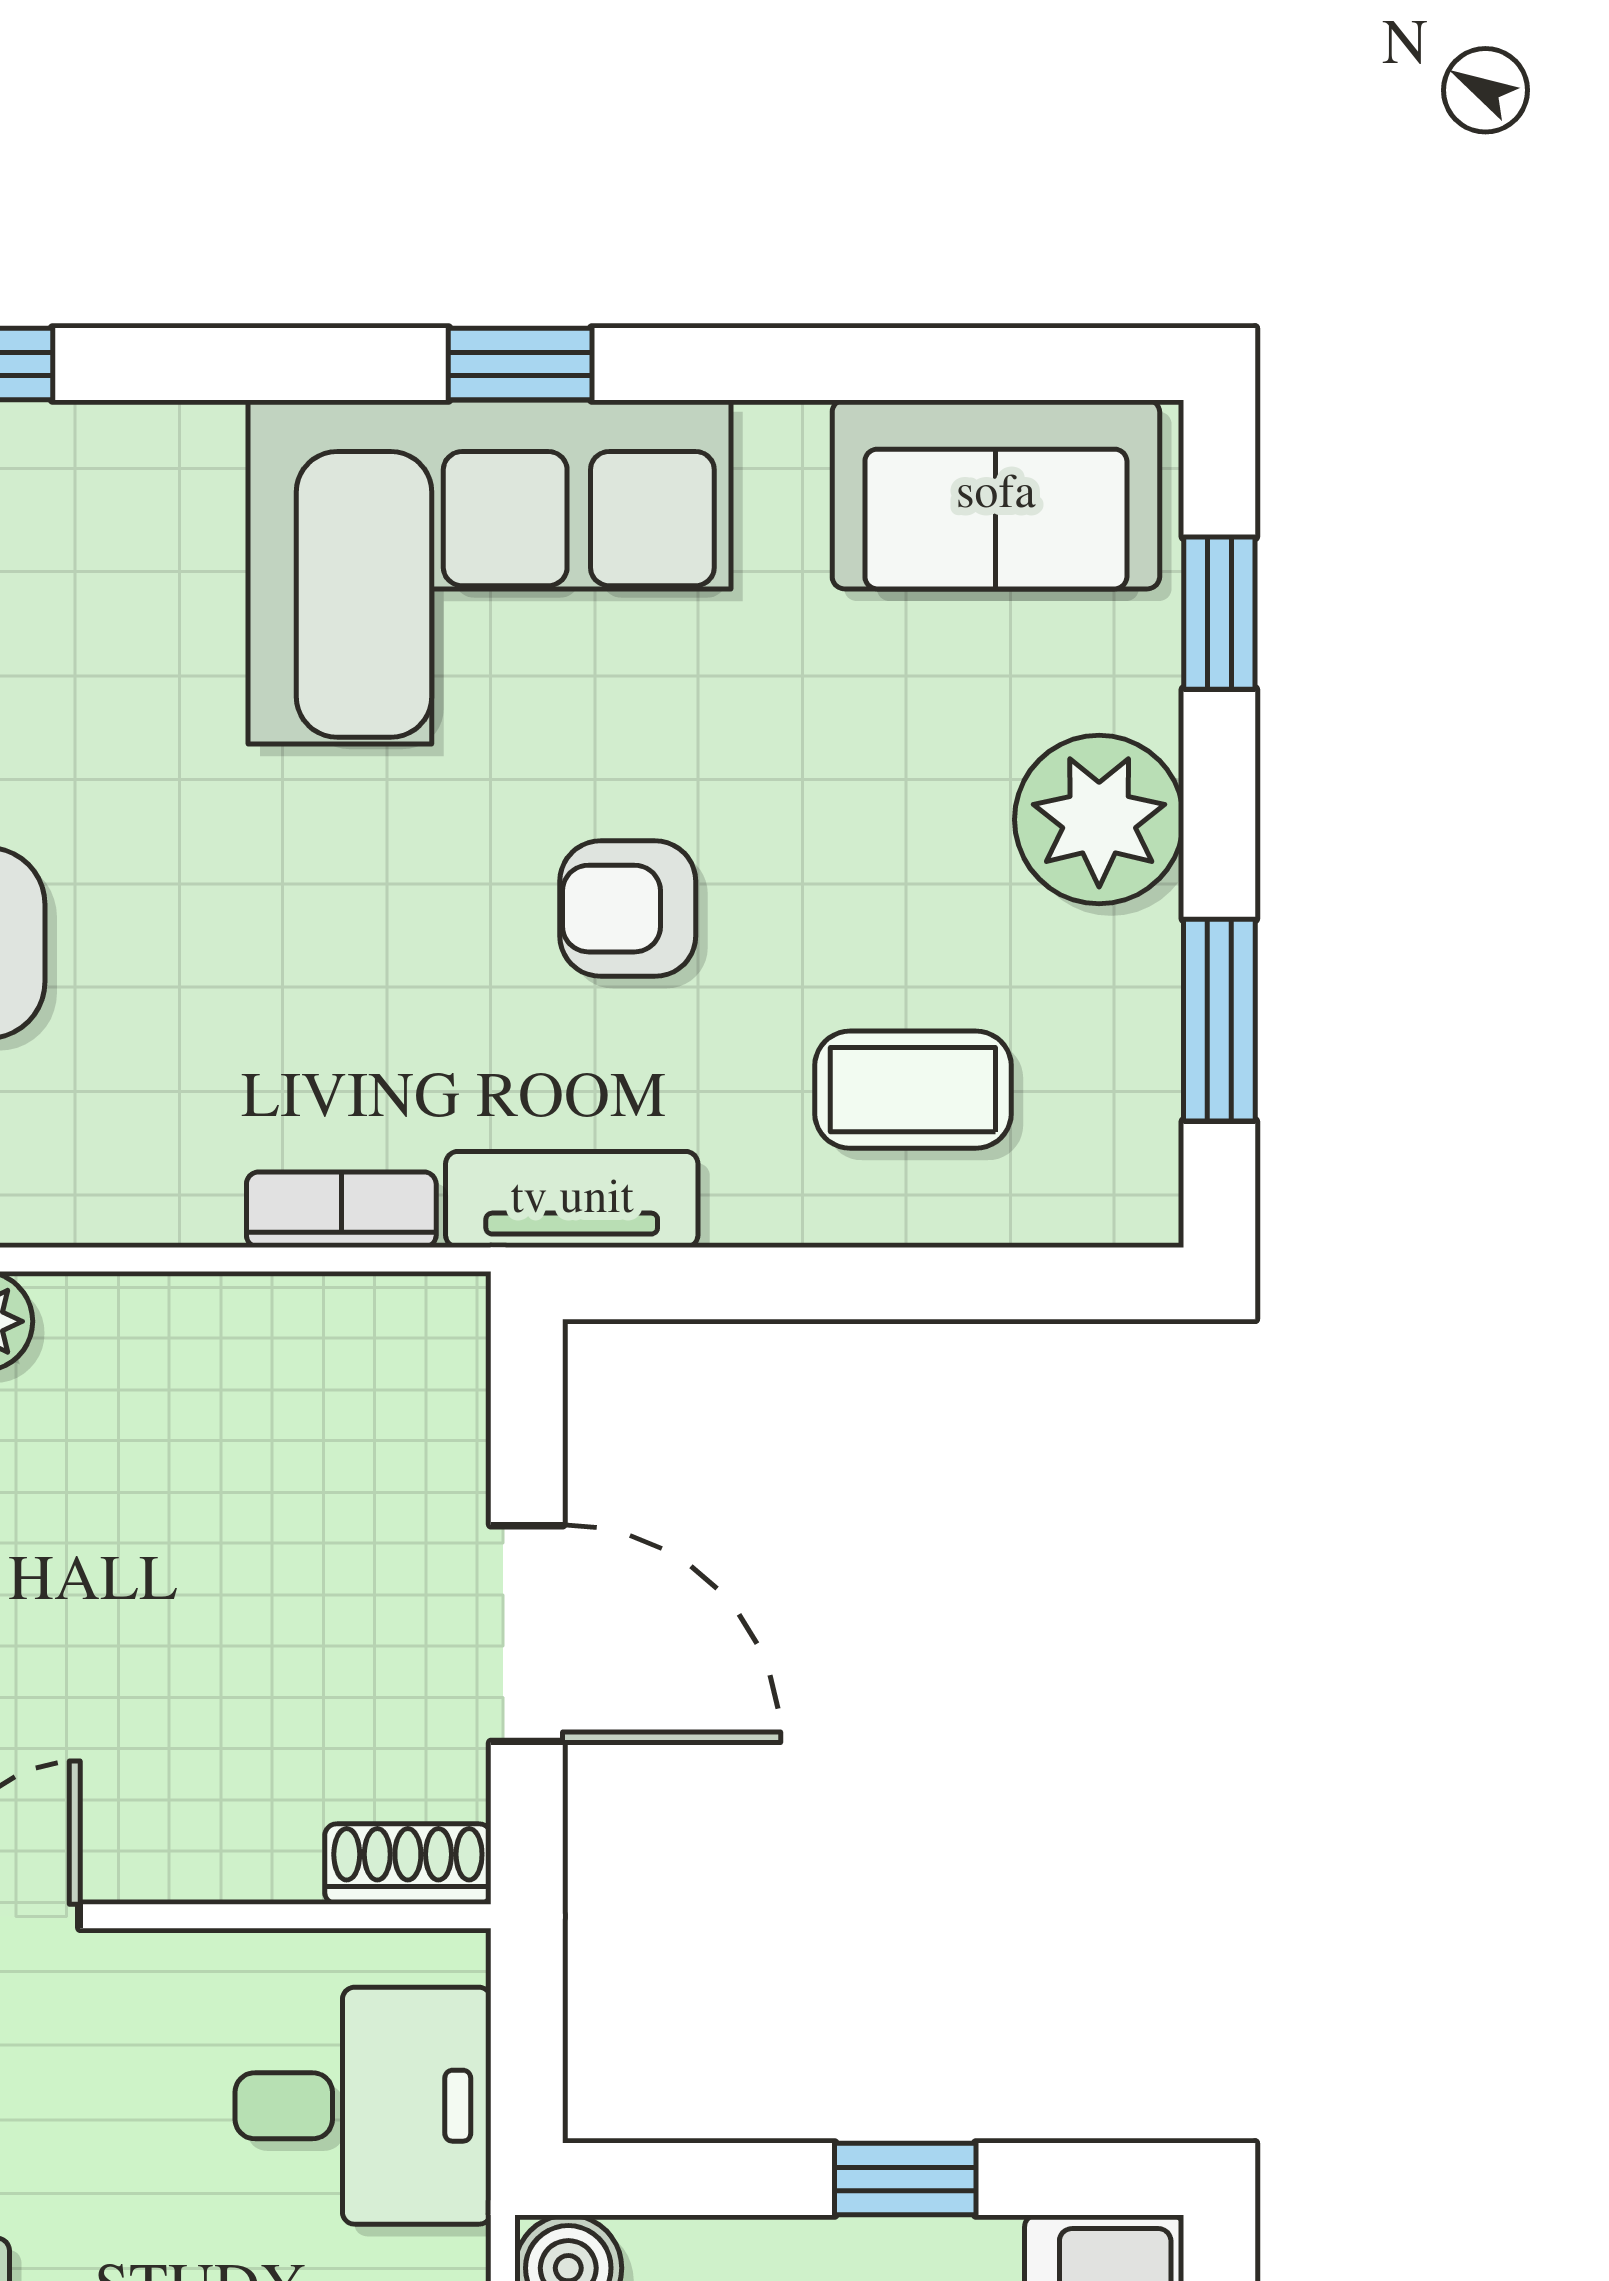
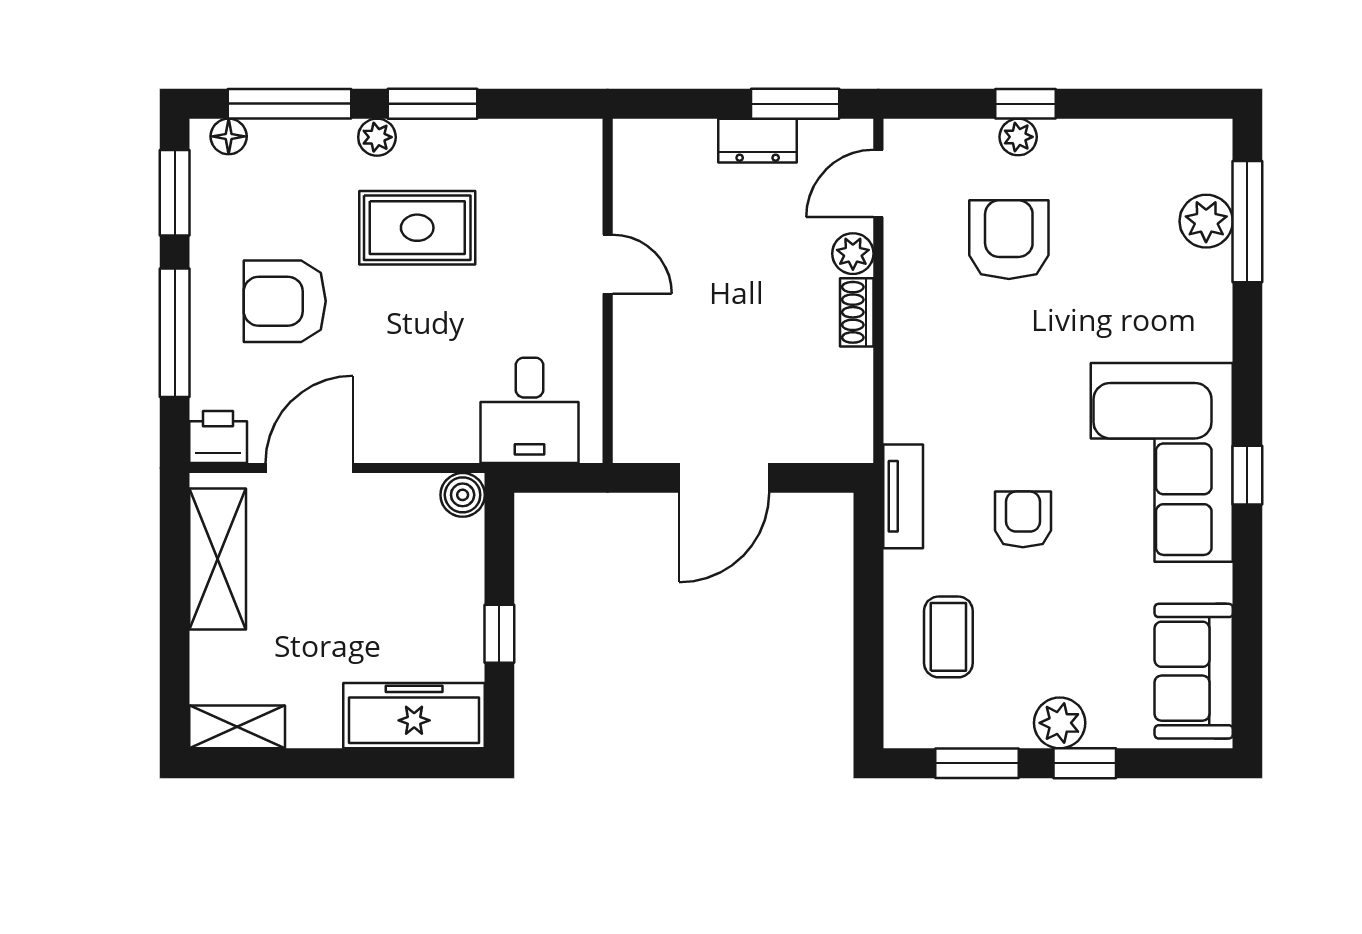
window: (1219, 613) -> (1085, 763), moved
plant: (1099, 820) -> (1060, 723), width x0.73, depth x0.73
bookcase: (341, 1210) -> (899, 401), removed
shoe rack: (408, 1864) -> (857, 312), moved, turned 180

